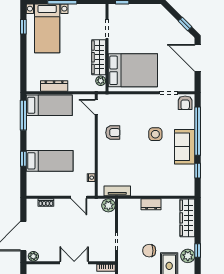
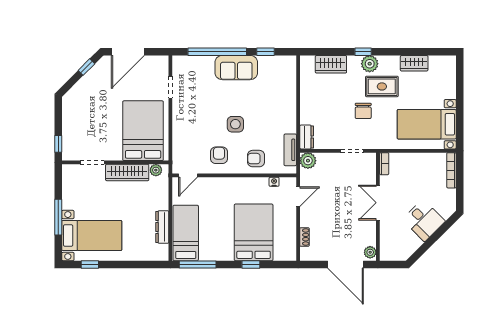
armchair: (185, 103) -> (256, 159), moved, turned 180
side table: (155, 134) -> (235, 124), moved
bed: (50, 161) -> (254, 232), width x1.50
dresser: (151, 204) -> (307, 137), moved
wardrobe: (187, 218) -> (331, 64), width x0.67

